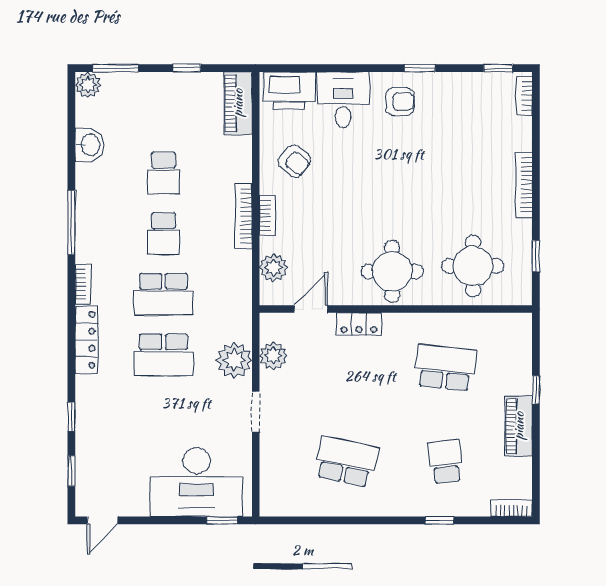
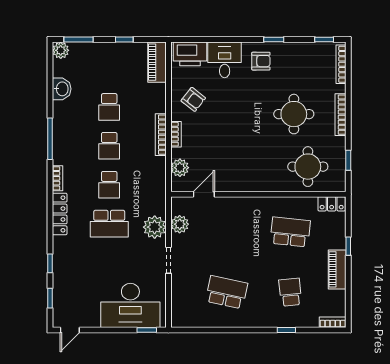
bookcase: (525, 96) -> (341, 64), width x1.56
round table: (392, 271) -> (294, 114), moved
school desk: (164, 294) -> (109, 185), width x0.54
locker: (359, 324) -> (332, 204), moved

